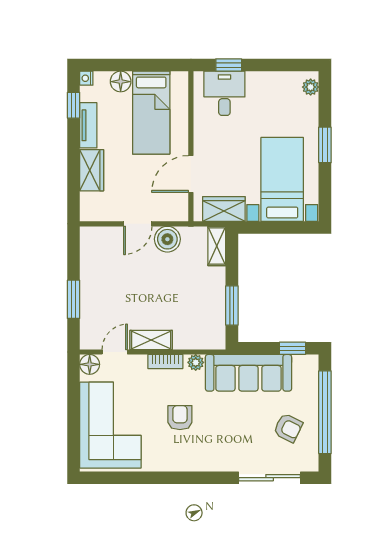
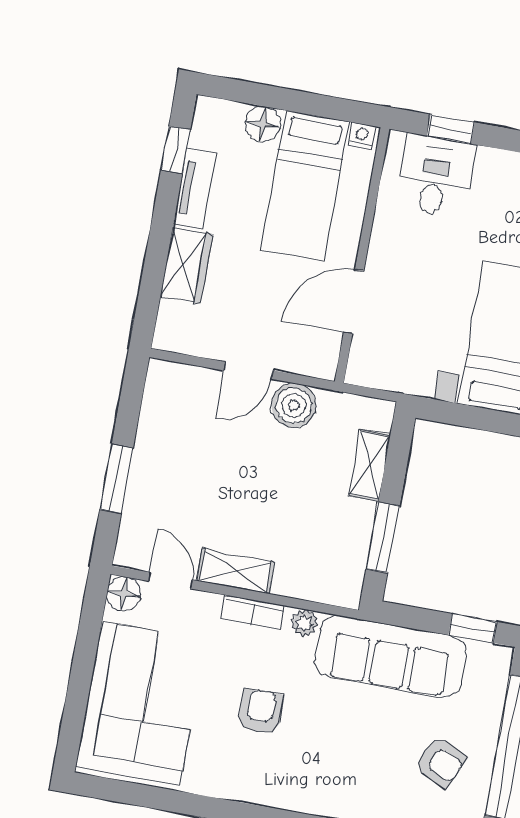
nightstand: (86, 78) -> (362, 136), moved, turned 90
wardrobe: (224, 209) -> (399, 372), removed
shelving: (217, 246) -> (369, 465), moved
door: (115, 352) -> (170, 581), hinge flipped

